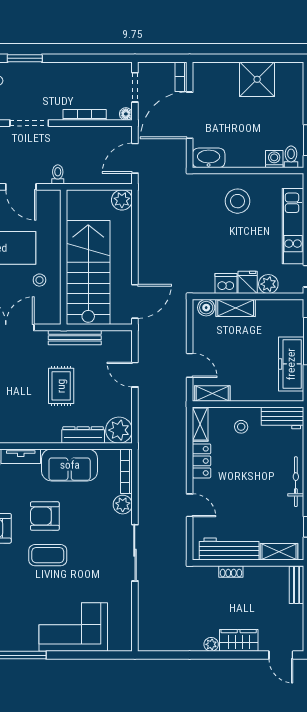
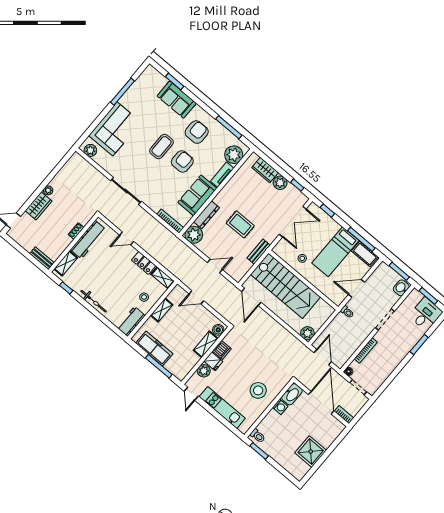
washing machine: (274, 159) -> (280, 407), moved
bench: (75, 338) -> (259, 252), width x0.73
shelving: (212, 393) -> (162, 310), moved
plant: (123, 505) -> (90, 150), moved

